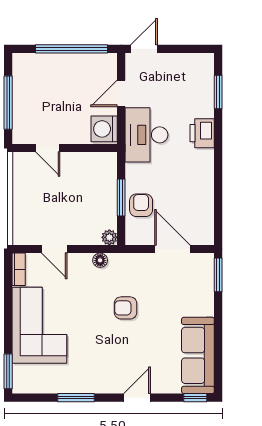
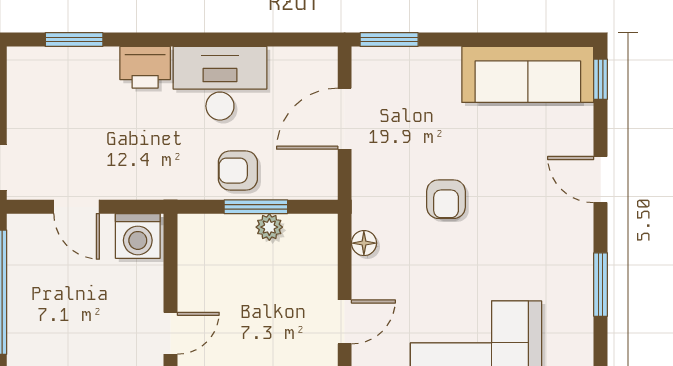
desk: (146, 135) -> (220, 83), moved, turned 180
armchair: (141, 205) -> (238, 171), moved
plant: (109, 237) -> (269, 227), moved

